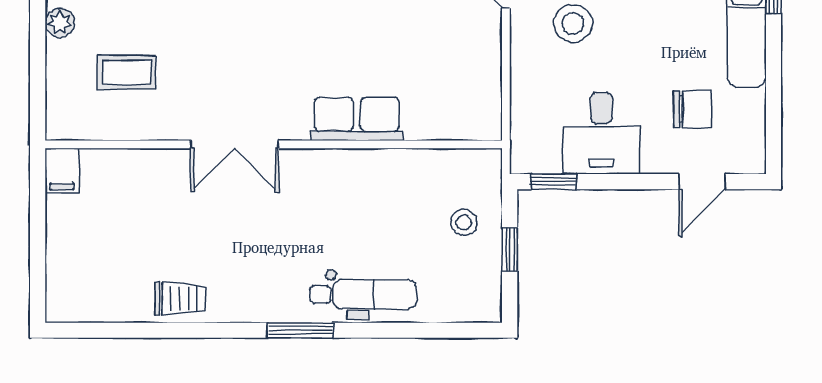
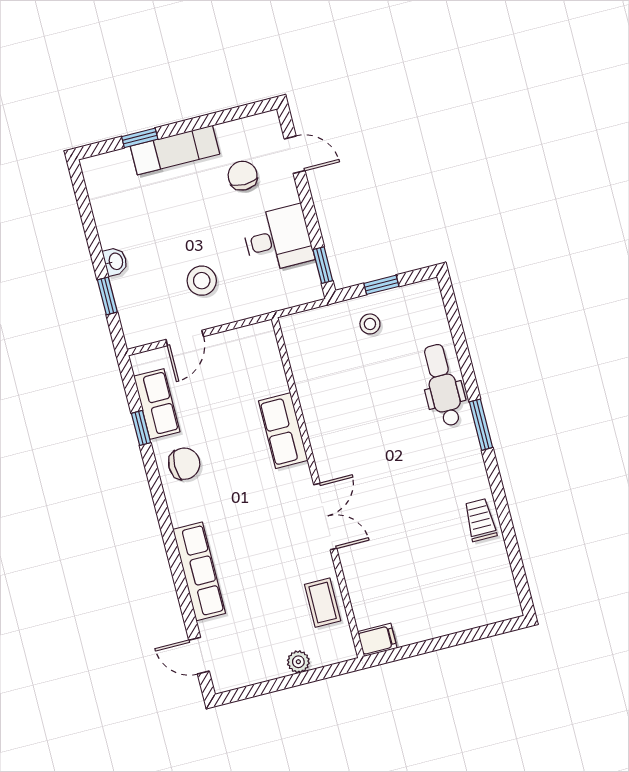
row of seats: (357, 119) -> (283, 431), moved
double door: (235, 144) -> (325, 516), moved
wall: (274, 144) -> (318, 488), moved
filing cabinet: (62, 171) -> (377, 640), moved

